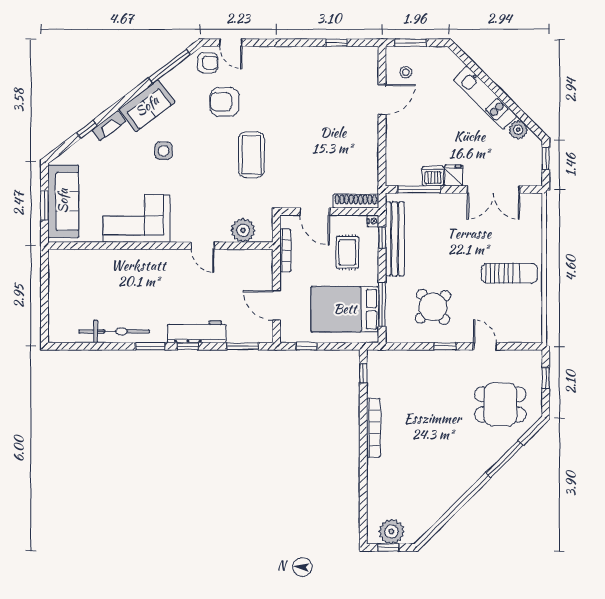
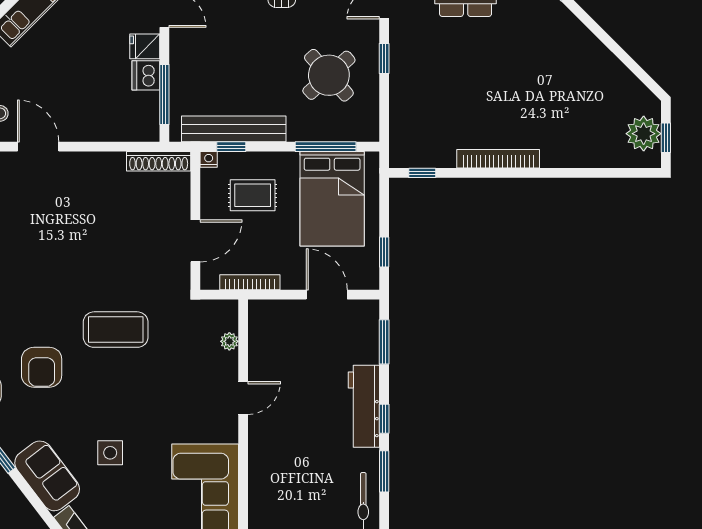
shoe rack: (356, 201) -> (159, 161), moved, turned -90
plant: (243, 230) -> (229, 341), width x0.53, depth x0.53
door: (276, 305) -> (327, 295), swing flipped

